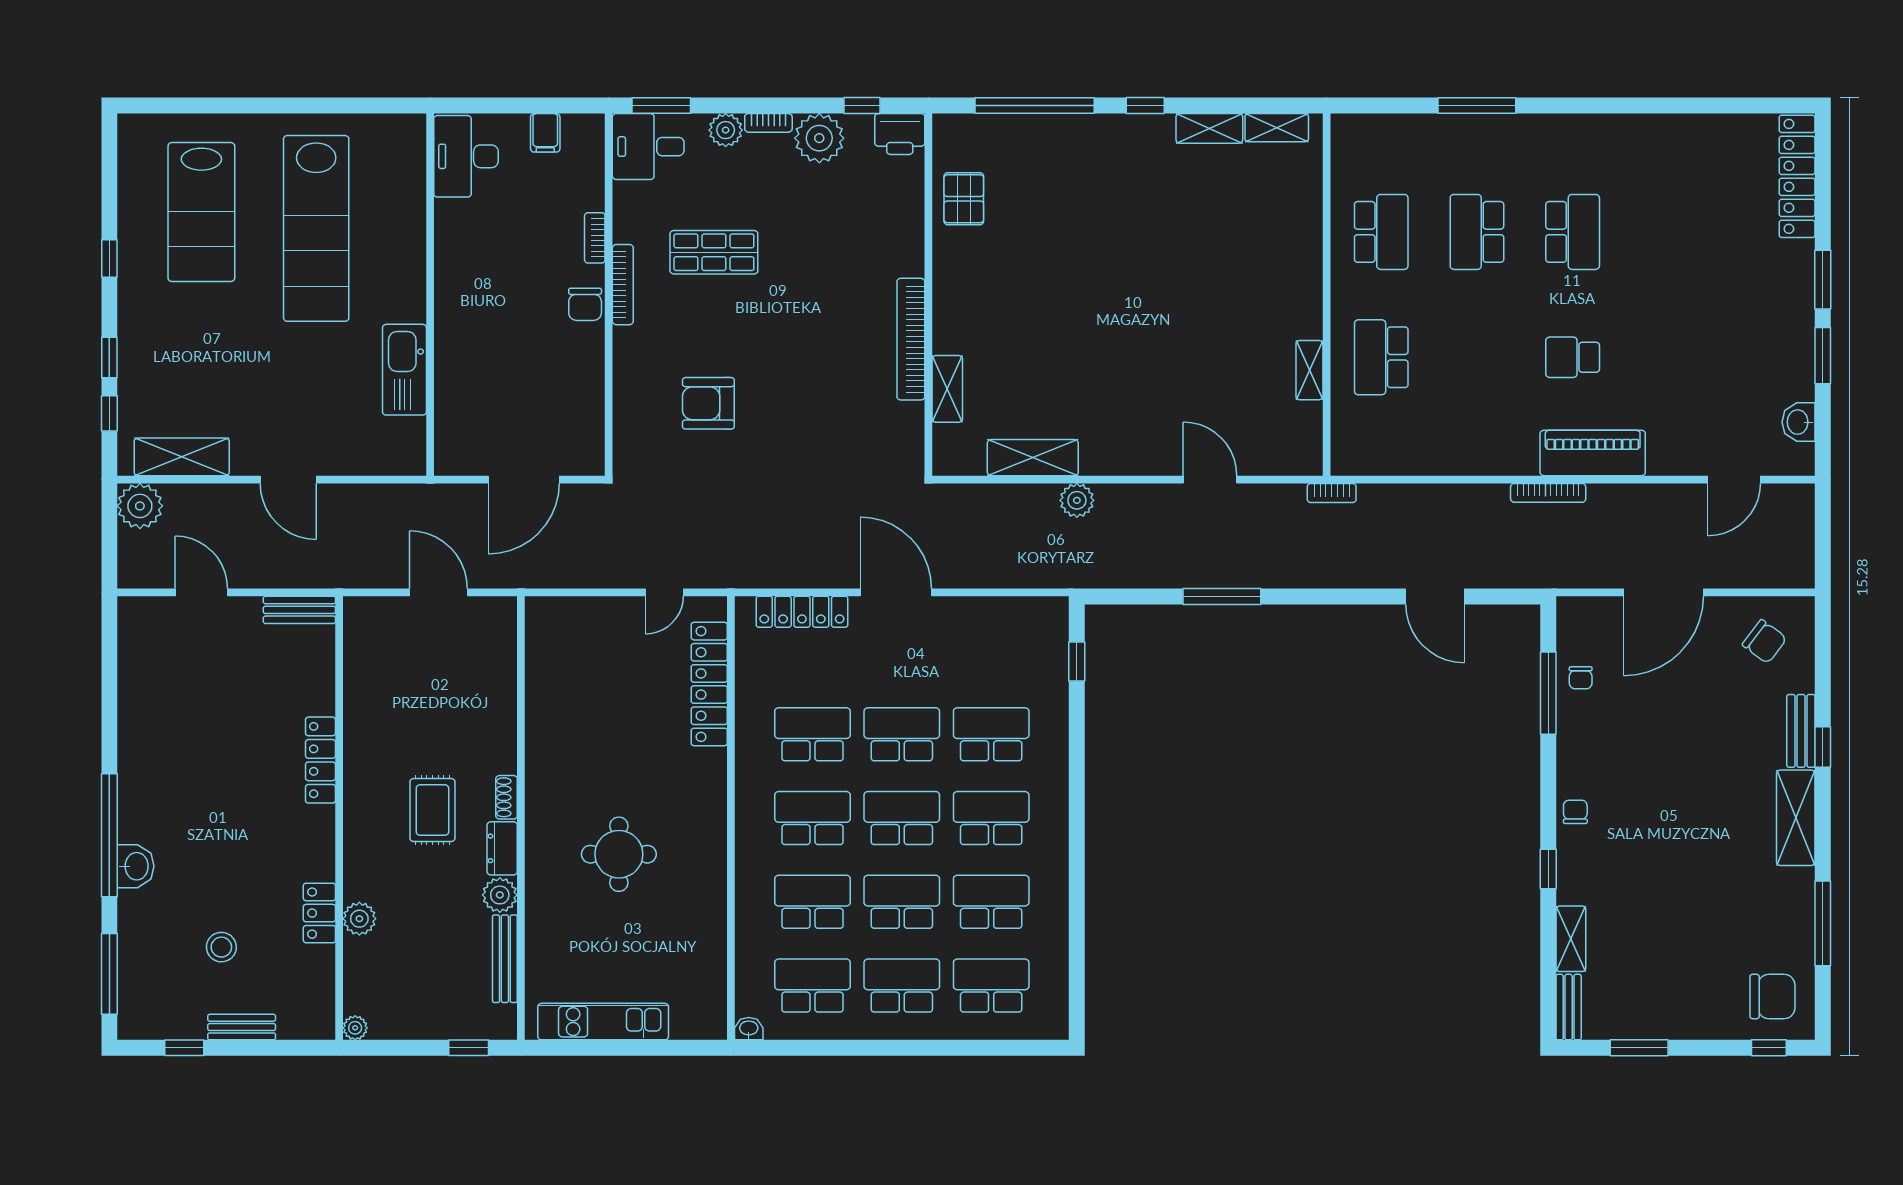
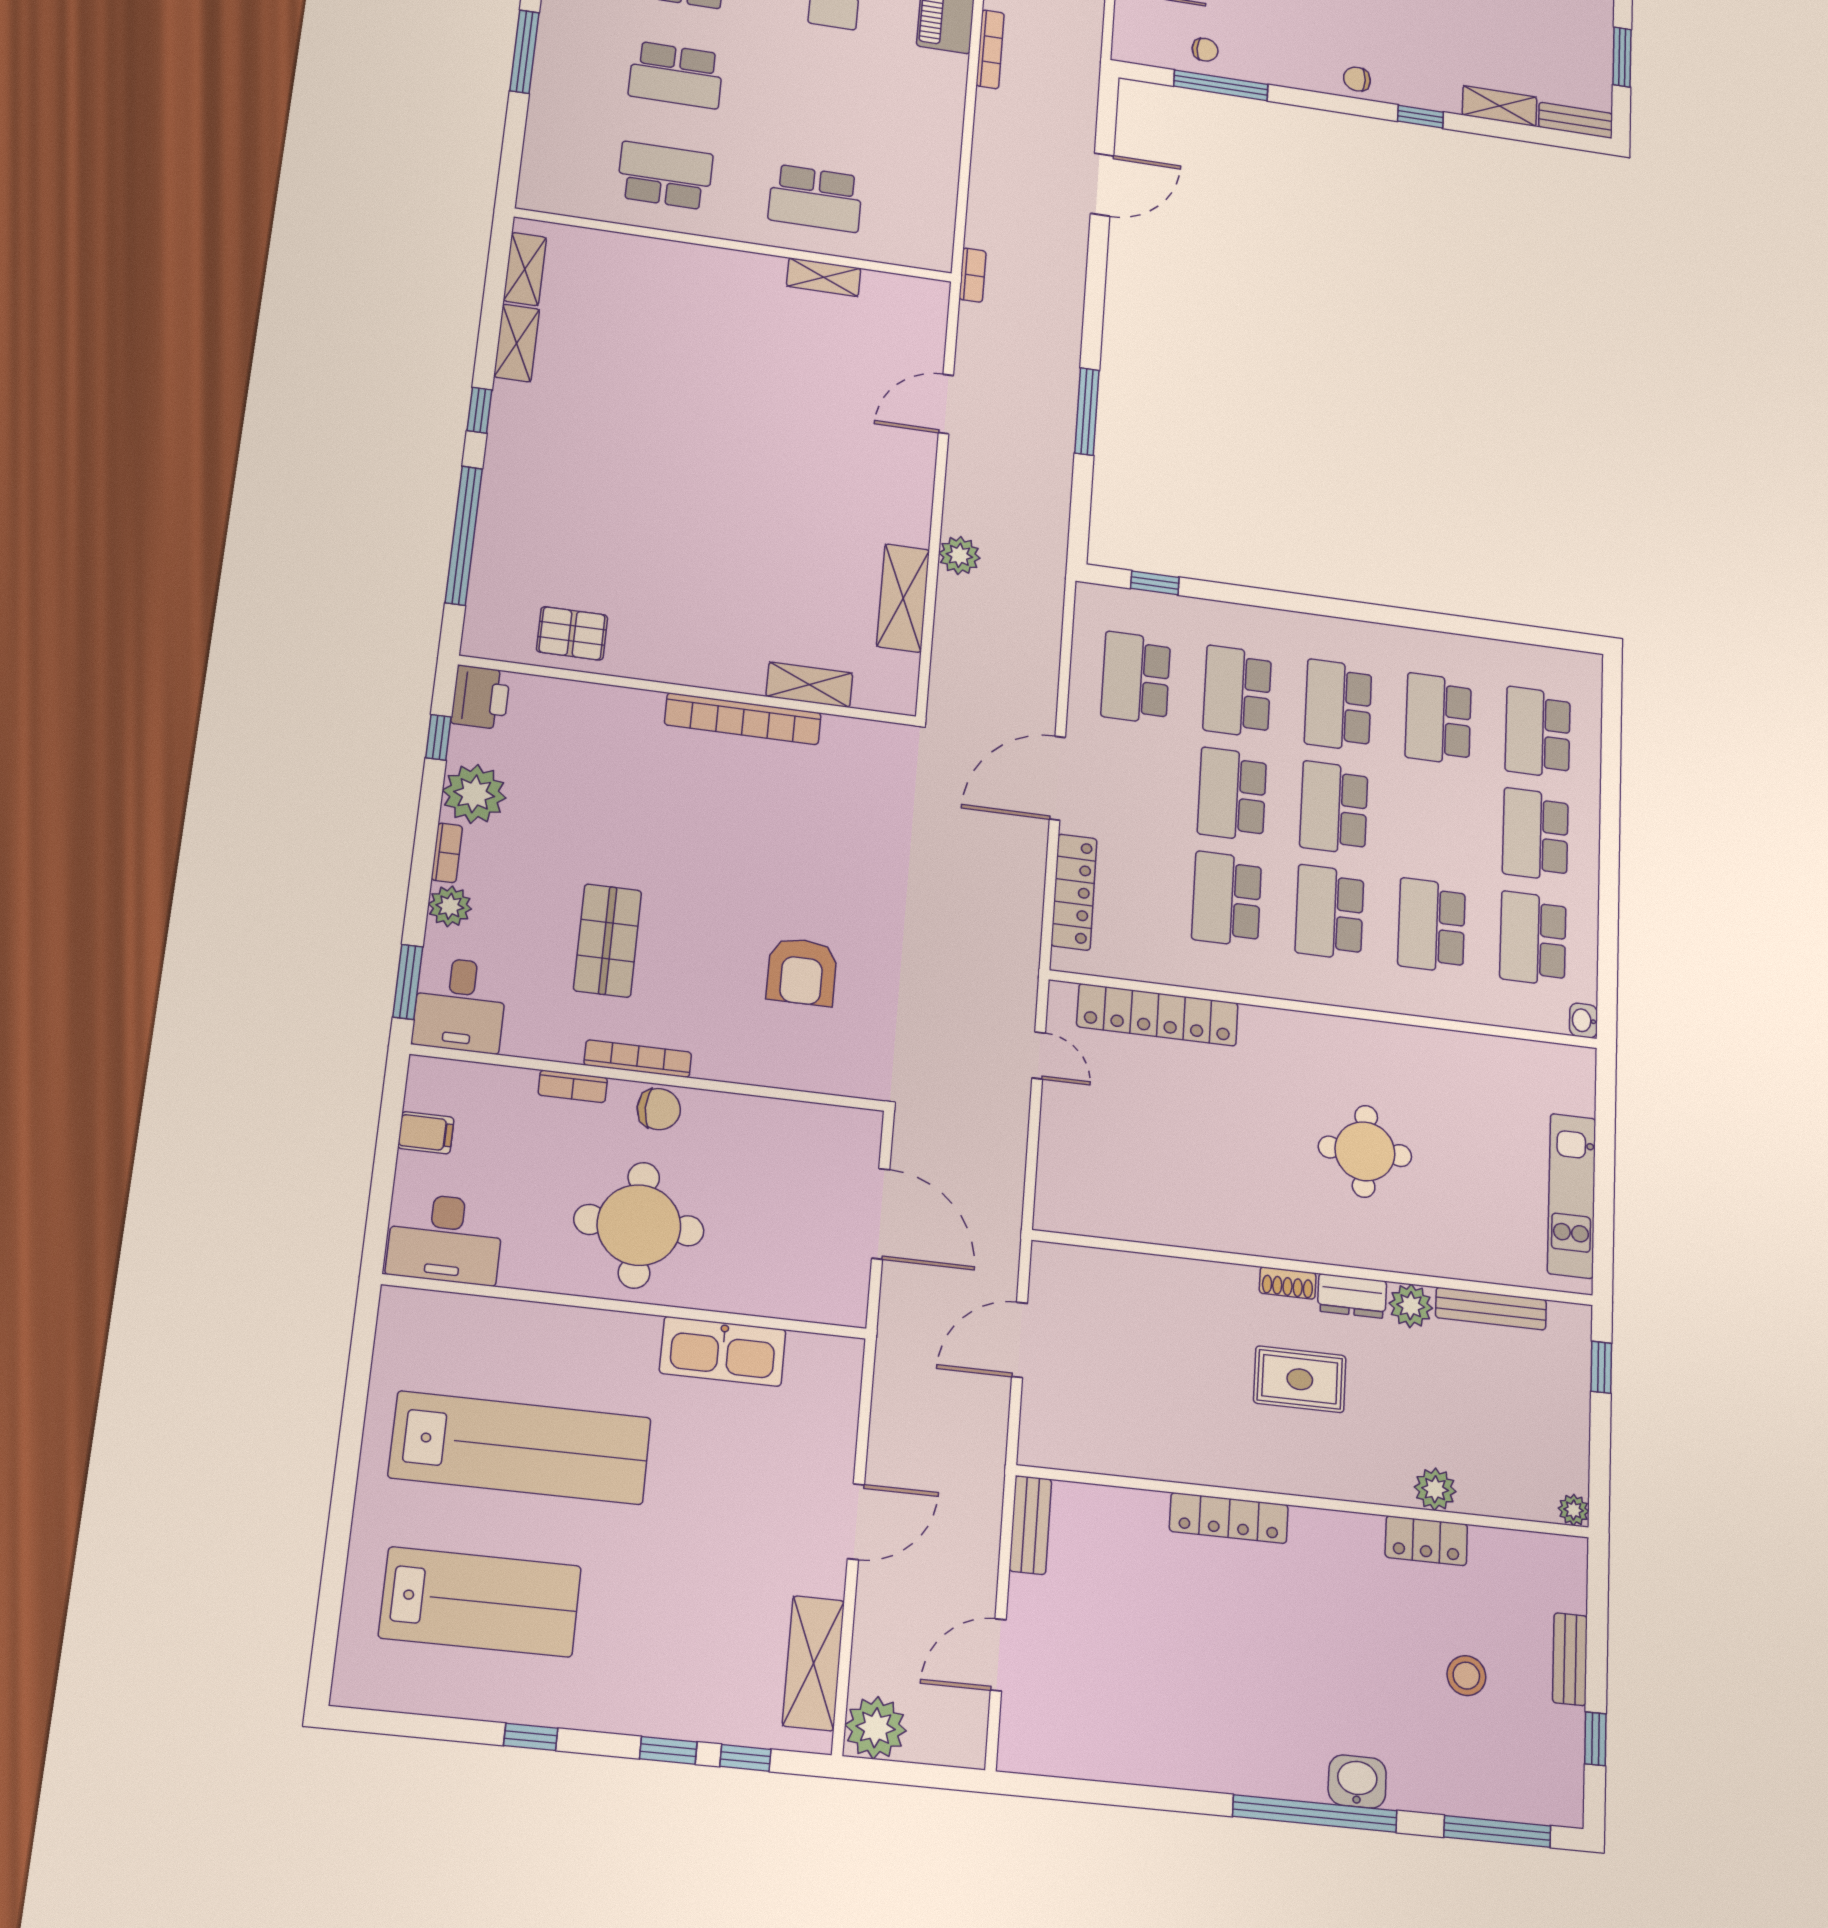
round table: (493, 298) -> (639, 1225), added
school desk: (902, 902) -> (1136, 678), moved

